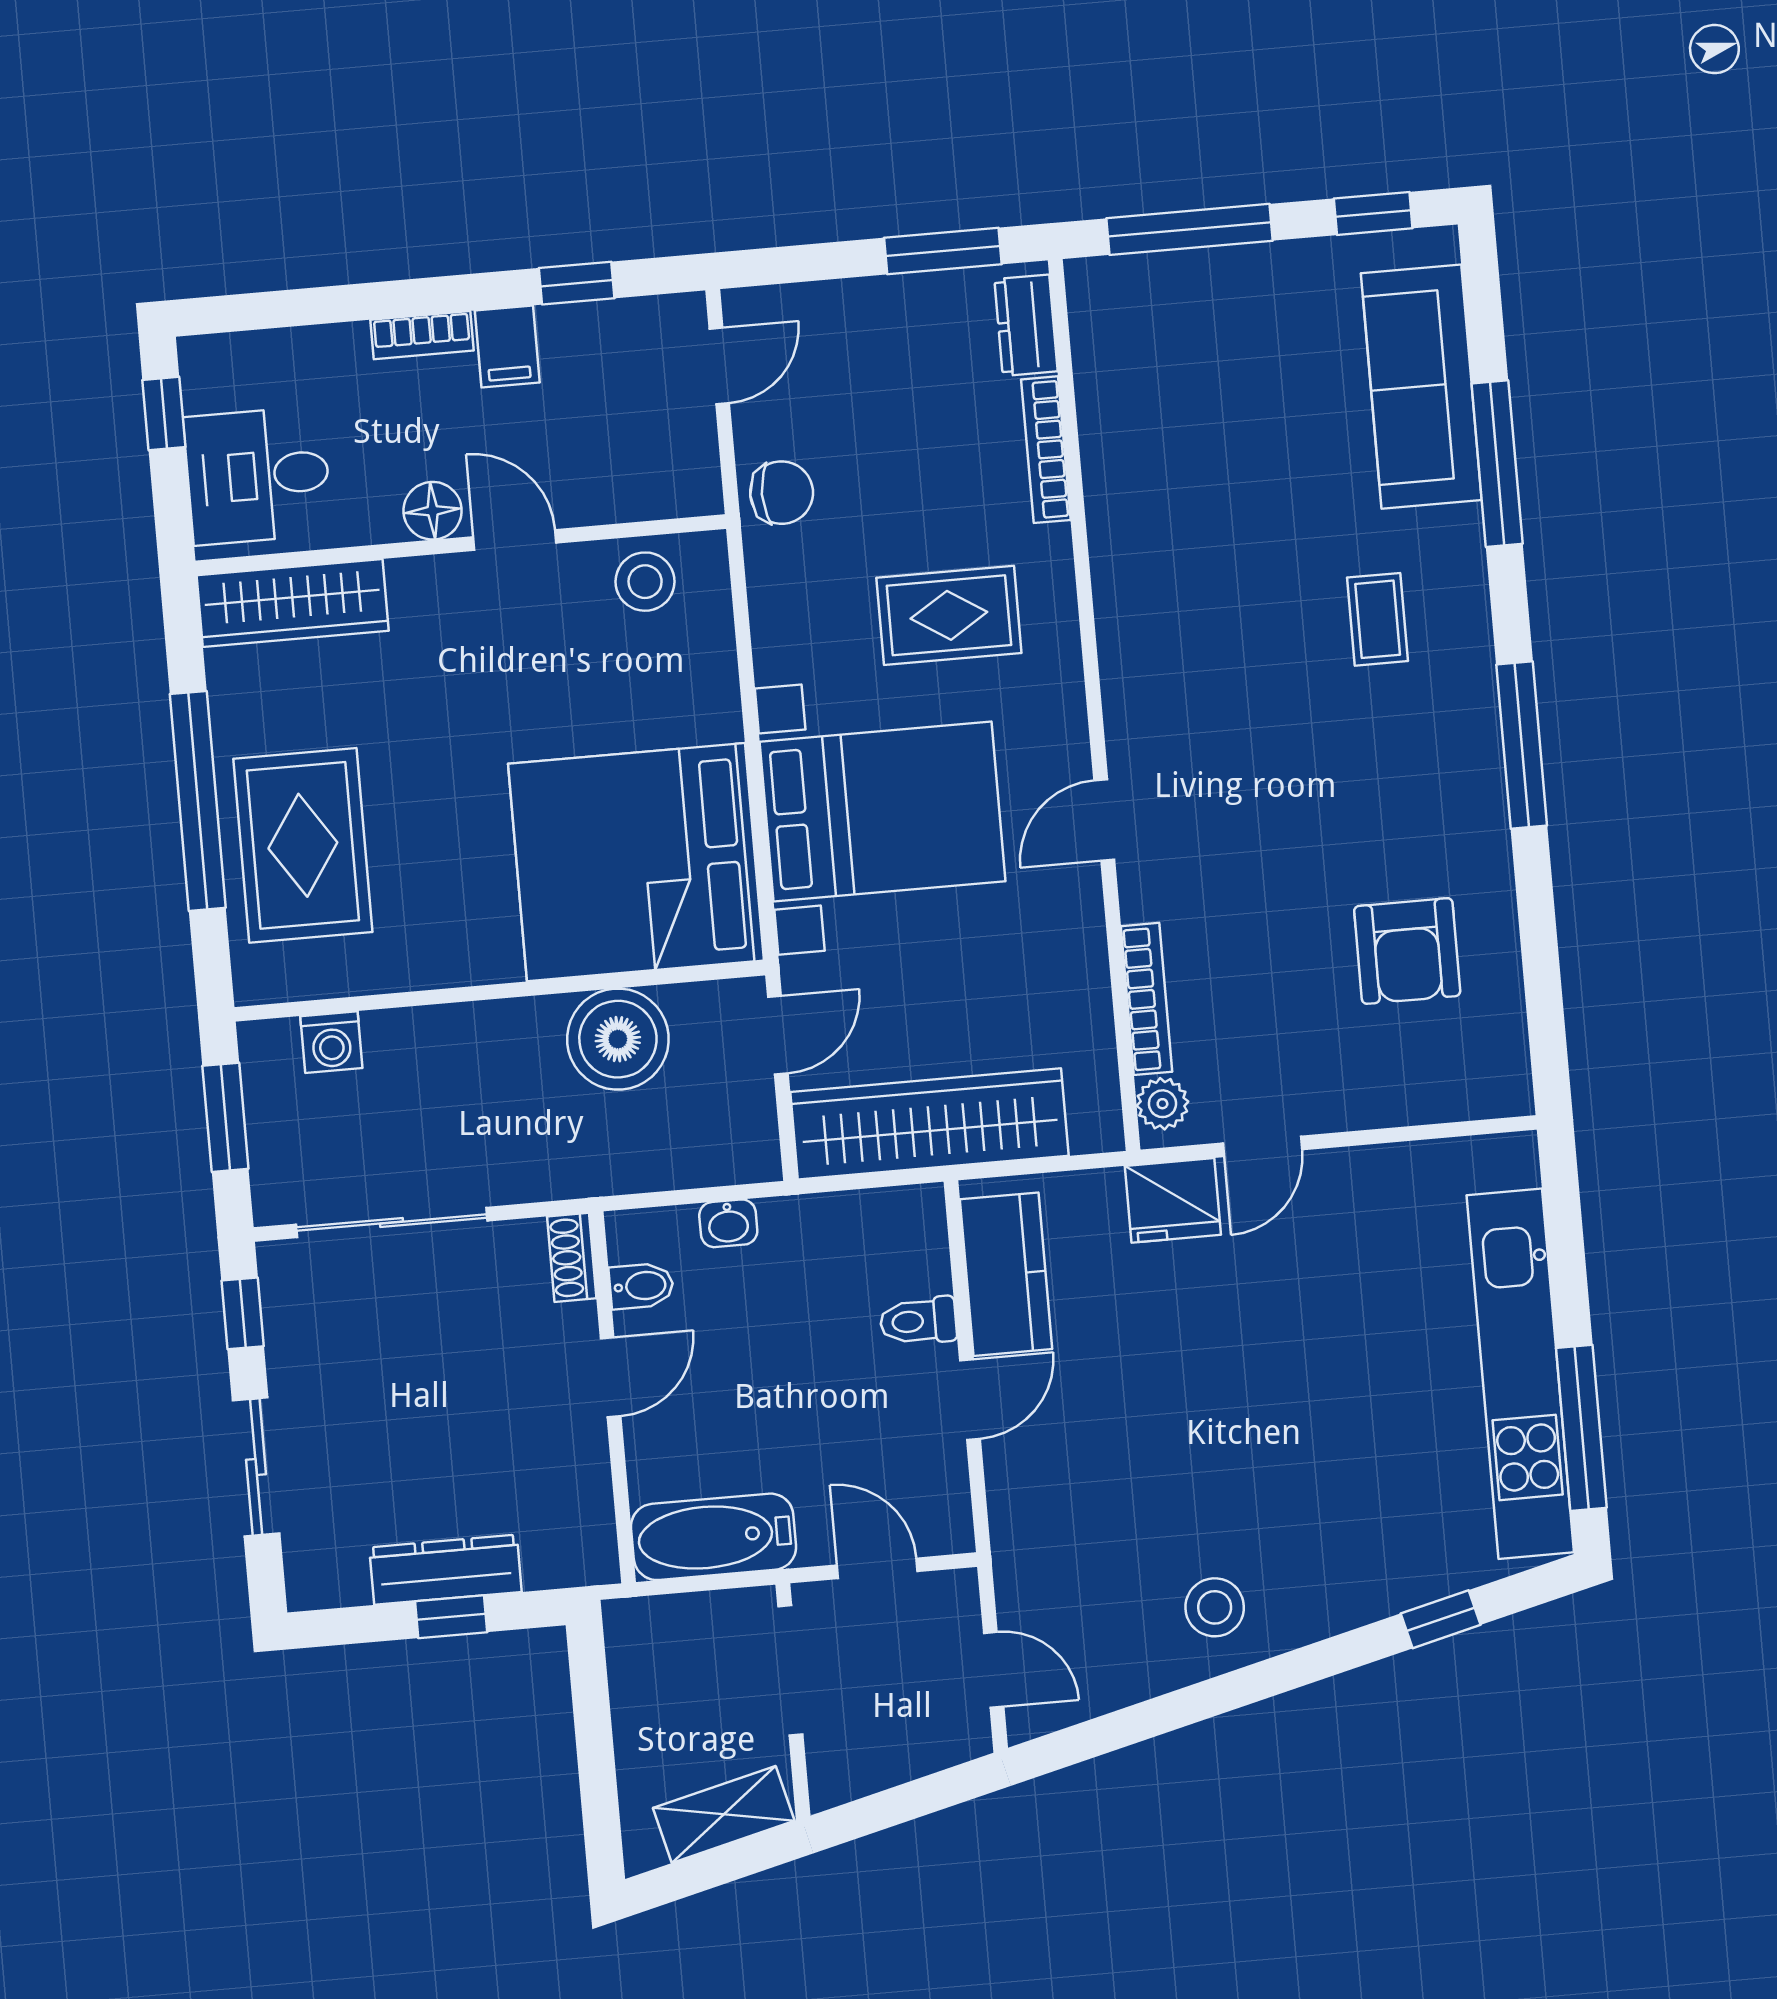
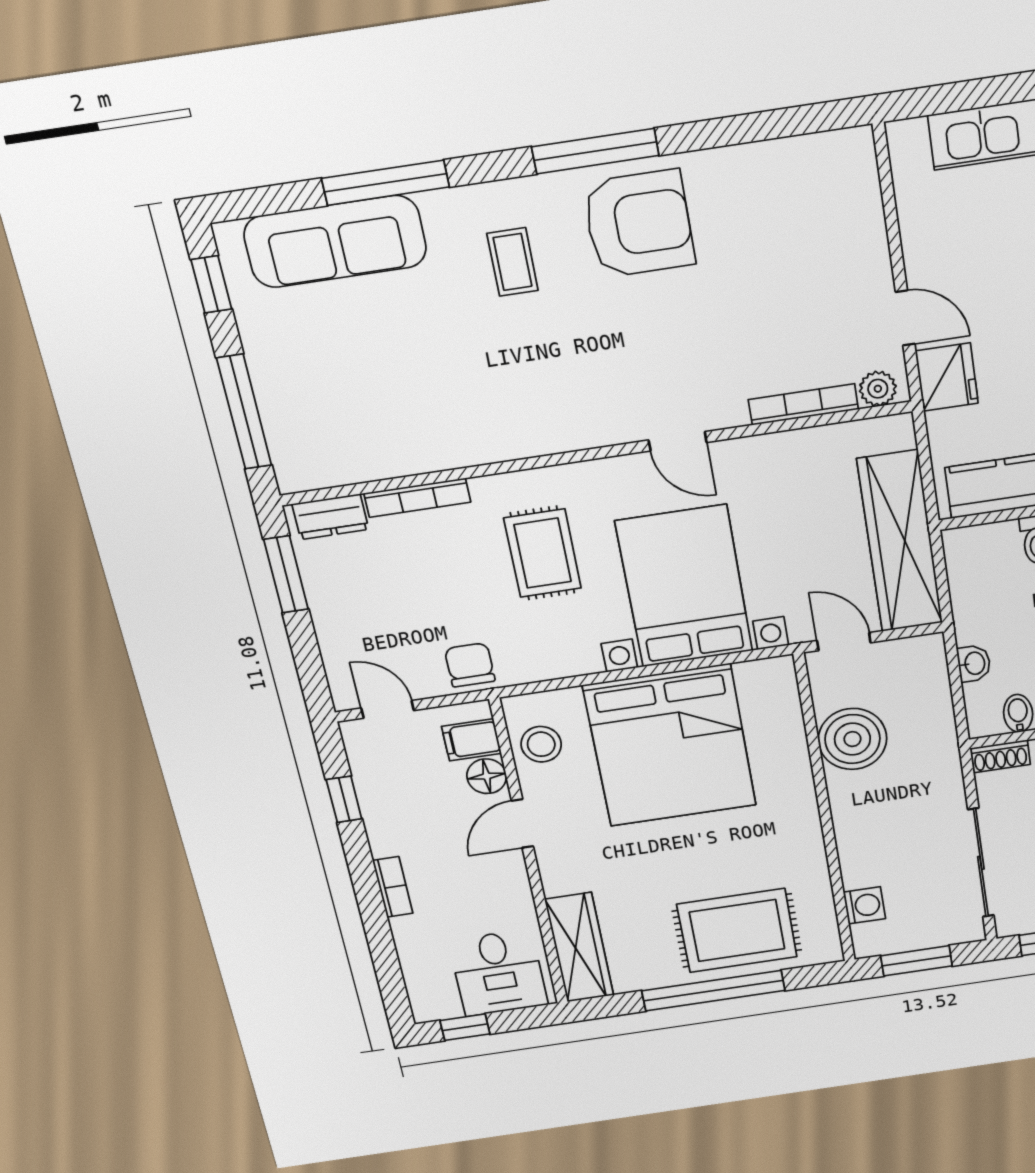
filing cabinet: (507, 347) -> (471, 740), moved, turned 180
floor lamp: (433, 511) -> (487, 776), moved
coffee table: (1378, 619) -> (512, 262), turned 90
bed: (636, 862) -> (670, 746), moved
armchair: (1407, 951) -> (639, 224), moved, width x1.36, depth x1.36

